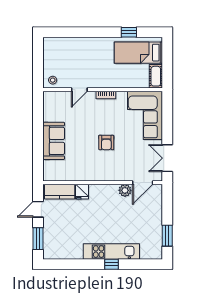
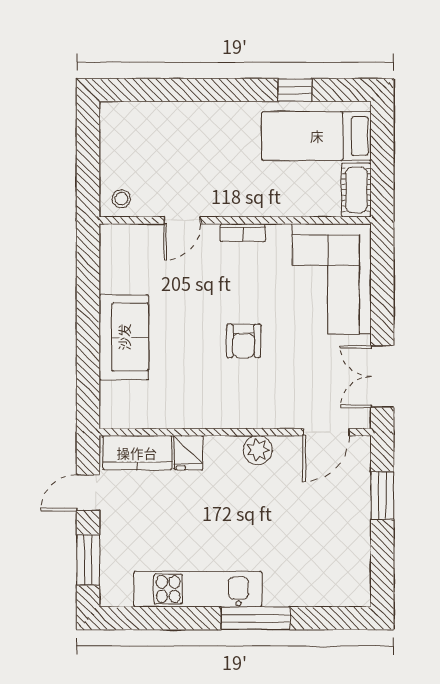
plant: (125, 190) -> (258, 450), moved
window: (167, 236) -> (382, 496), moved
kitchen unit: (111, 252) -> (198, 589), moved
window: (112, 264) -> (256, 618), width x2.17

